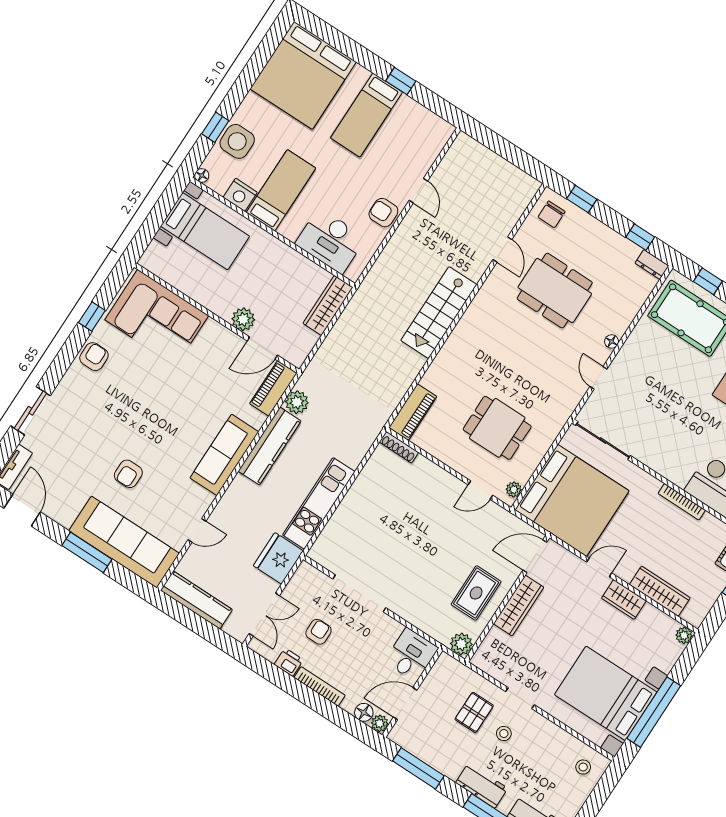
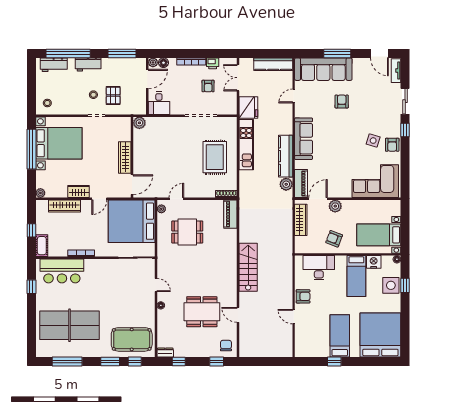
armchair: (278, 270) -> (334, 239), added
wardrobe: (328, 305) -> (301, 220), moved
window: (92, 317) -> (405, 130), moved
side table: (119, 382) -> (373, 141), added
rug: (476, 593) -> (215, 157), moved, width x1.36, depth x1.43

